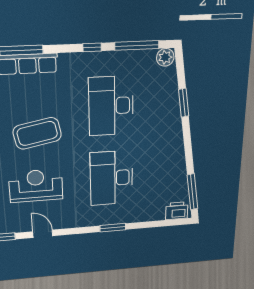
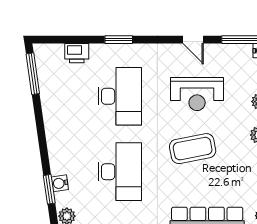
water cooler: (171, 91) -> (60, 183), added
window: (184, 103) -> (49, 189), moved
printer: (177, 211) -> (77, 53), moved

